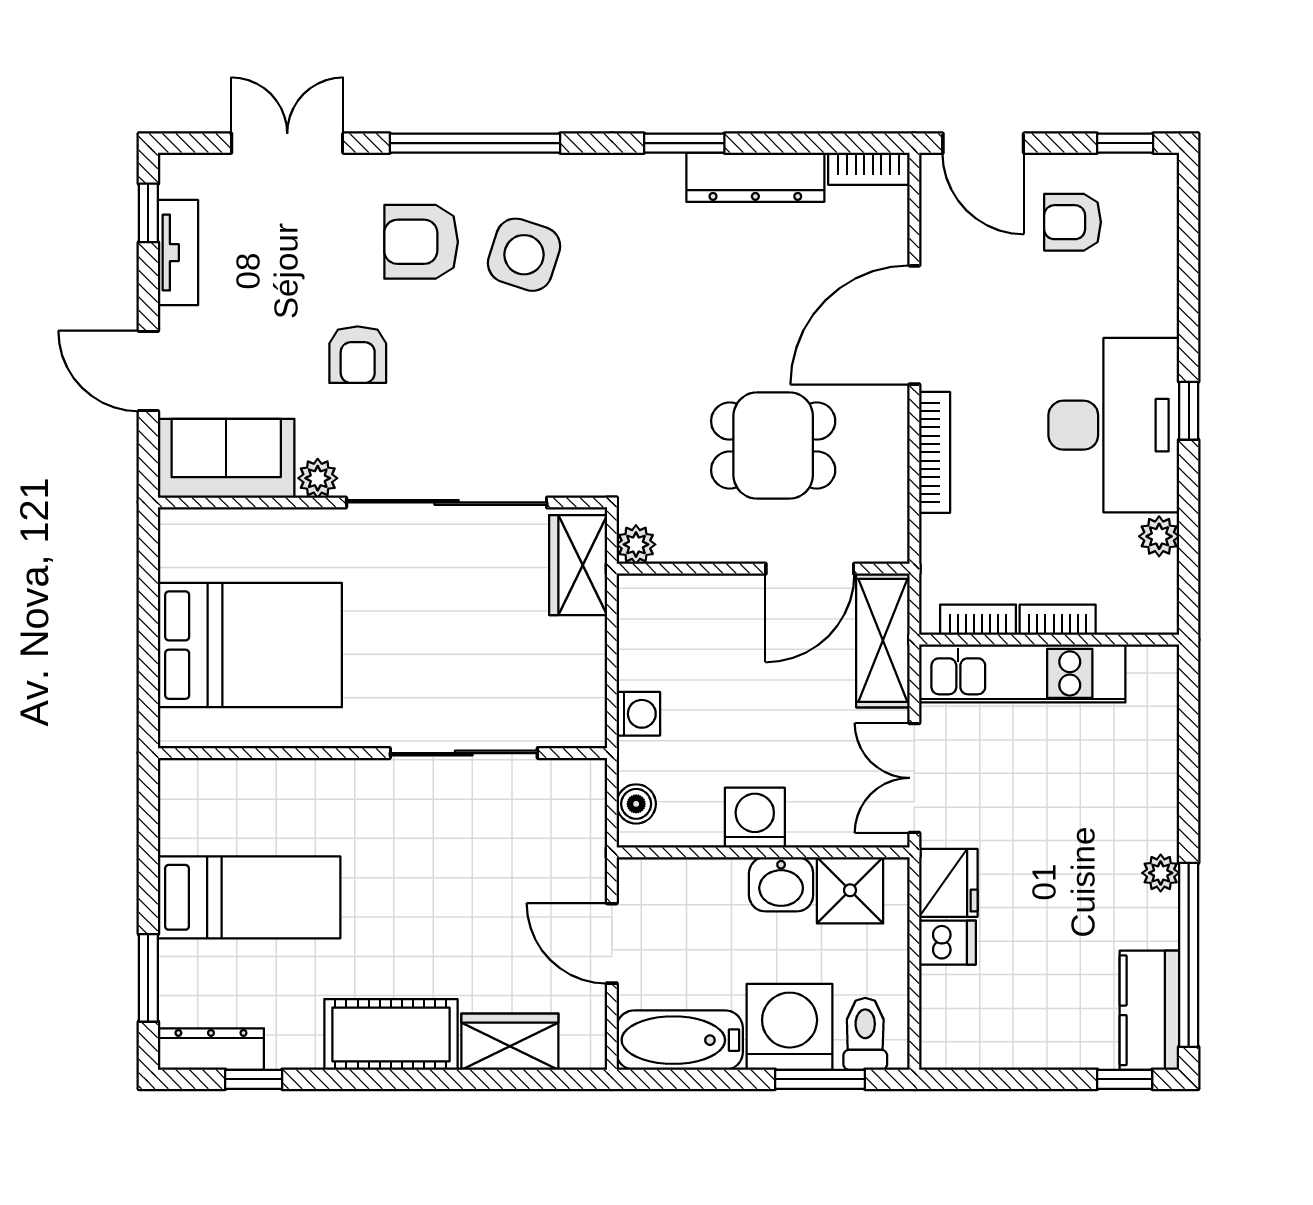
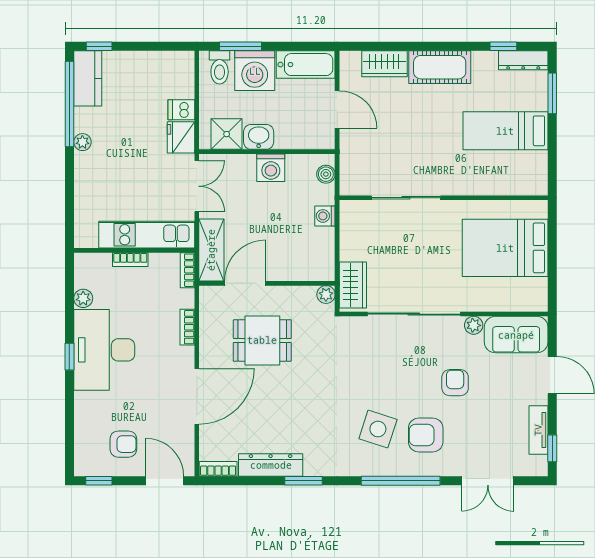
armchair: (421, 242) -> (426, 435), turned 180
bookcase: (935, 452) -> (187, 327), width x0.64
bookcase: (978, 620) -> (188, 270), moved, turned 90

